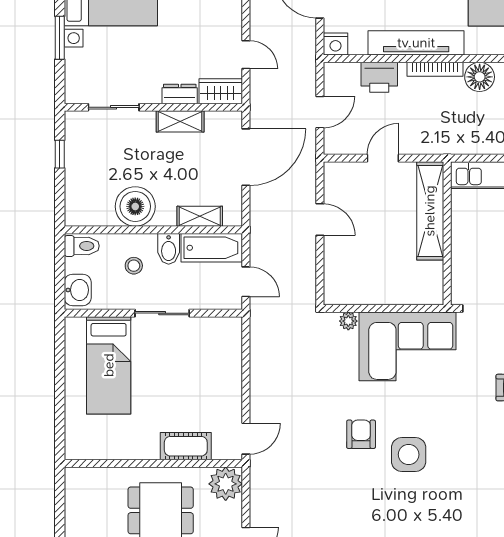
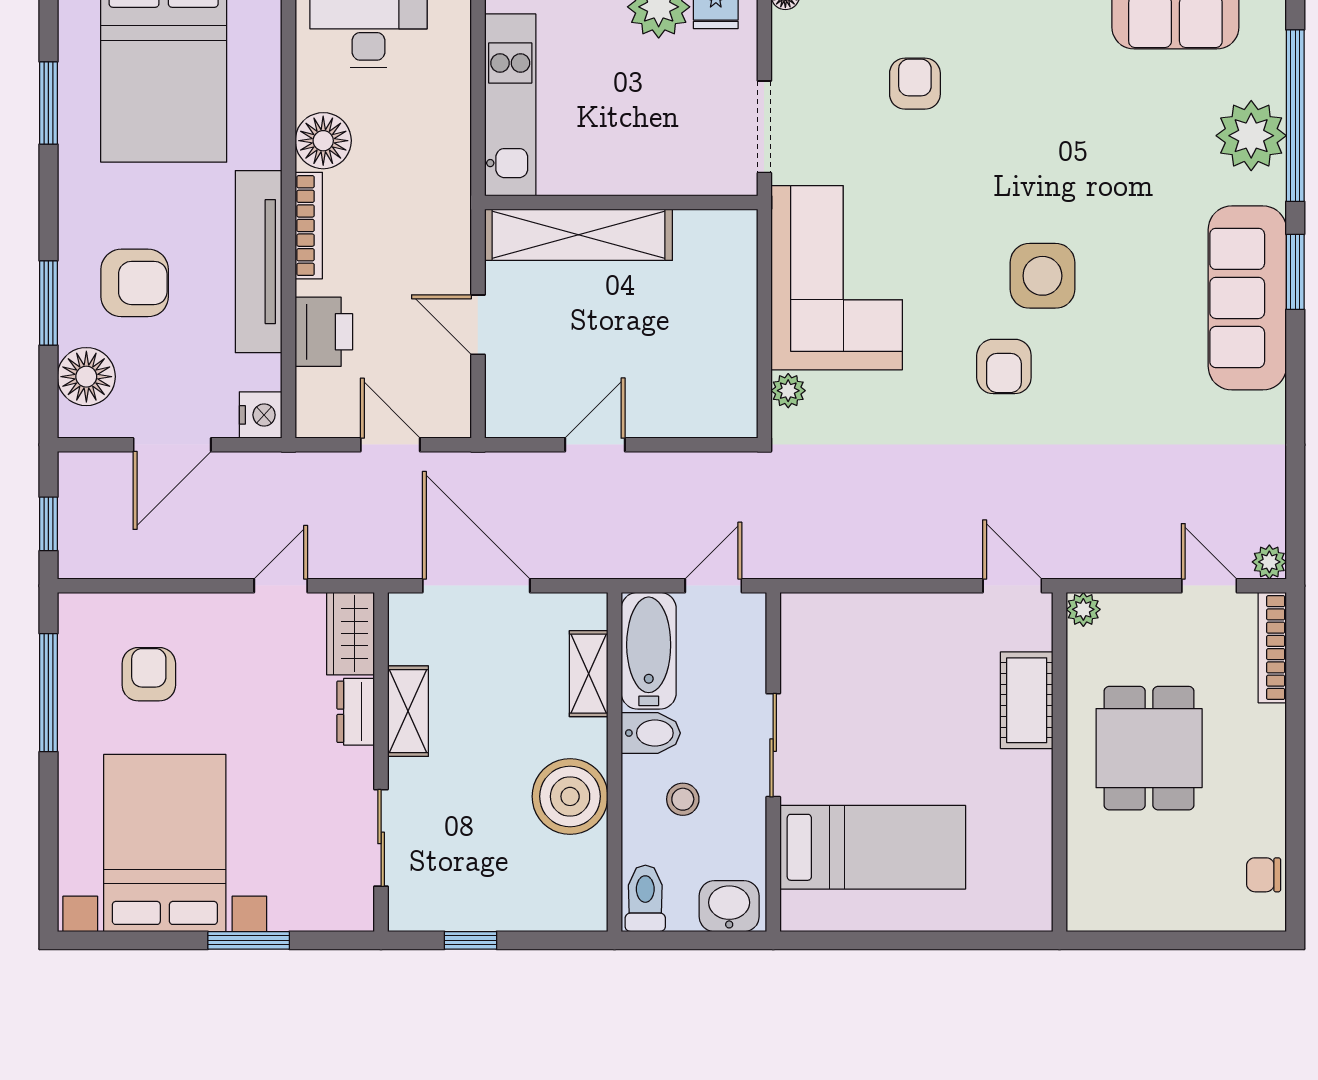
armchair: (361, 434) -> (1004, 366), turned -90
plant: (226, 484) -> (1083, 609), width x0.53, depth x0.53

